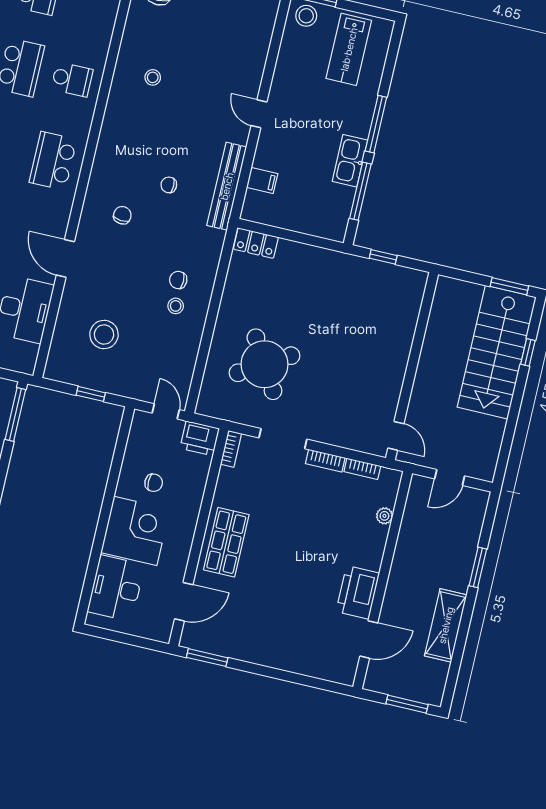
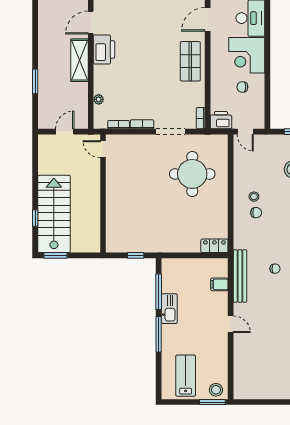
round table: (264, 364) -> (192, 174), turned 31
shelving: (446, 625) -> (79, 60), moved

